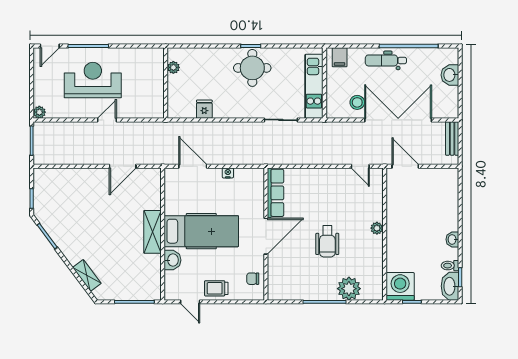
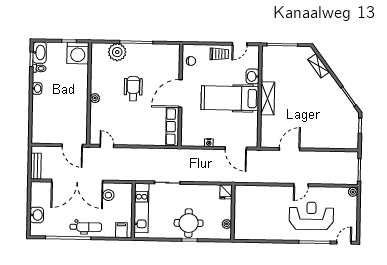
plant: (173, 67) -> (227, 224), moved
reception desk: (93, 80) -> (311, 216), turned 180
wall: (166, 83) -> (233, 212), moved
door: (190, 302) -> (240, 44), swing flipped

